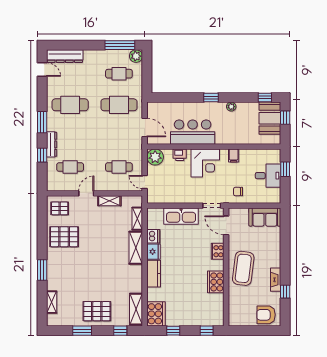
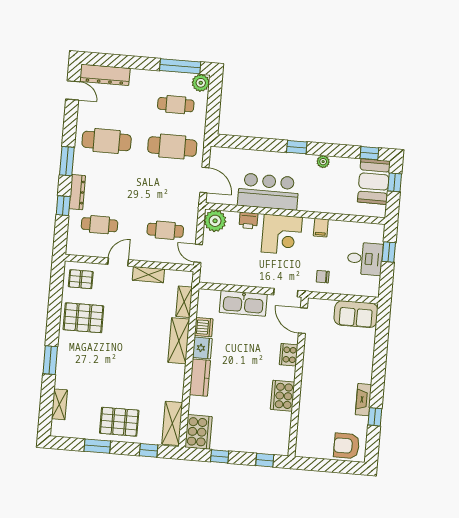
coffee table: (243, 268) -> (321, 381), removed

